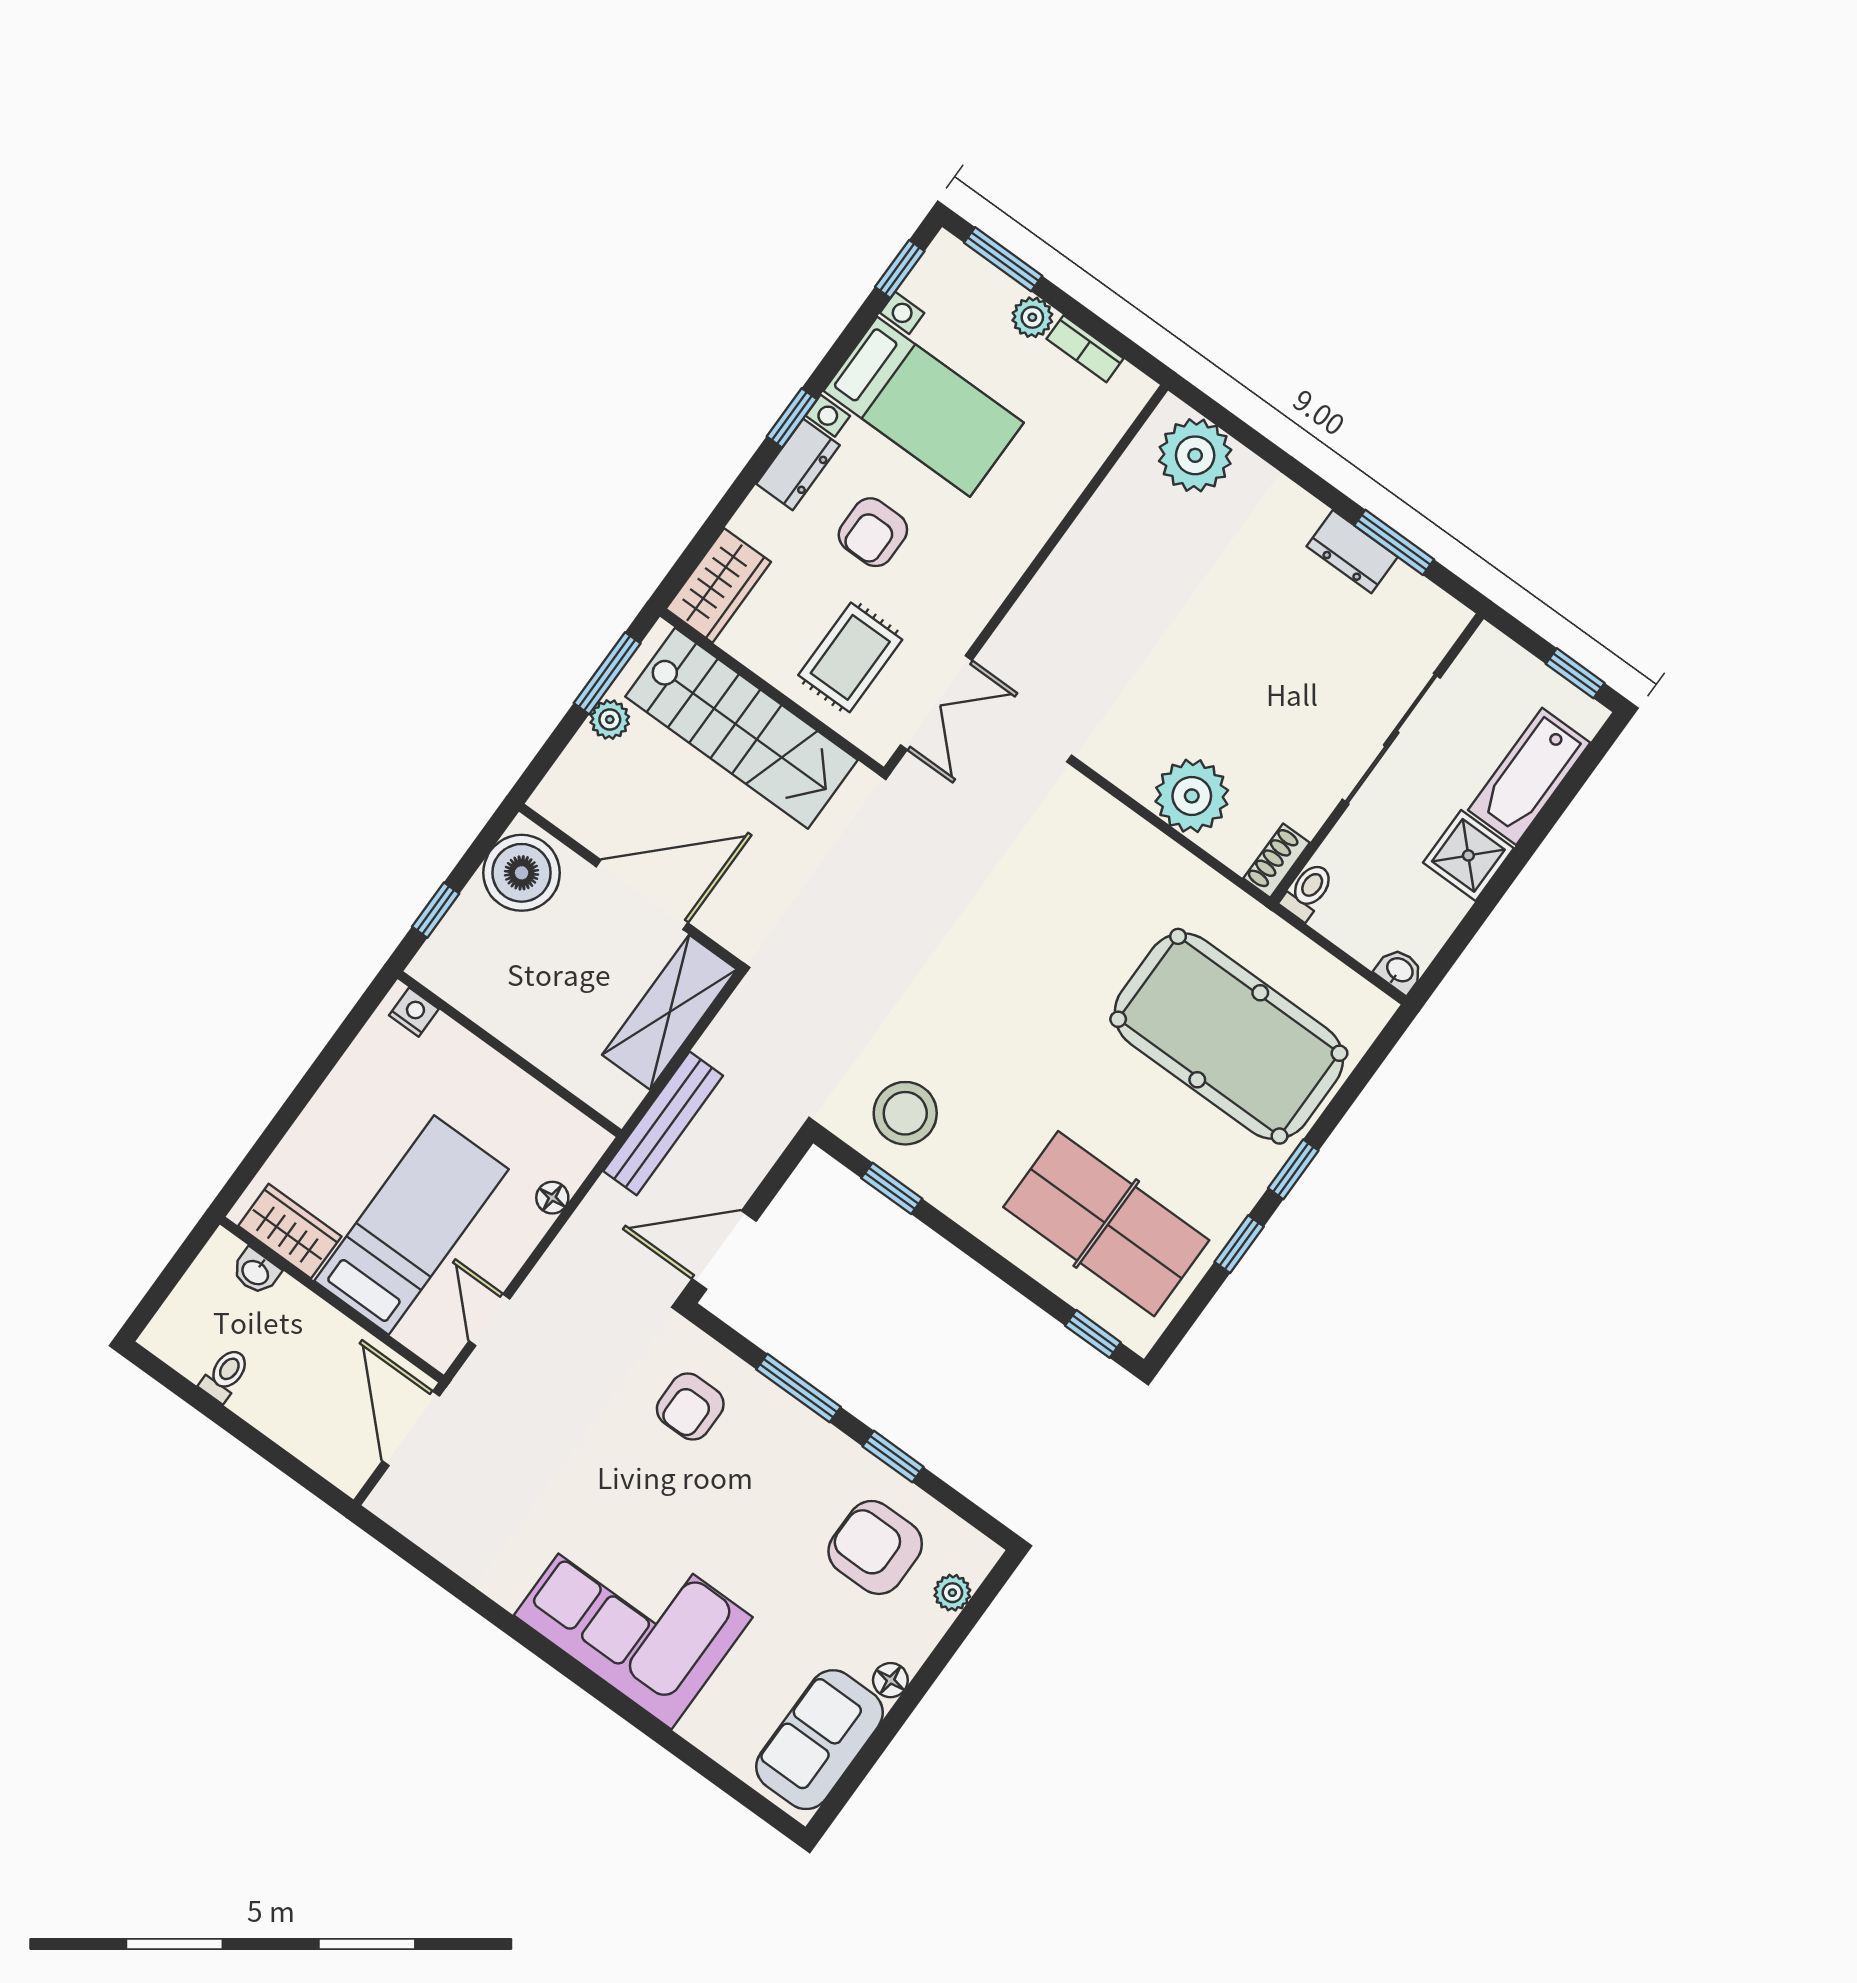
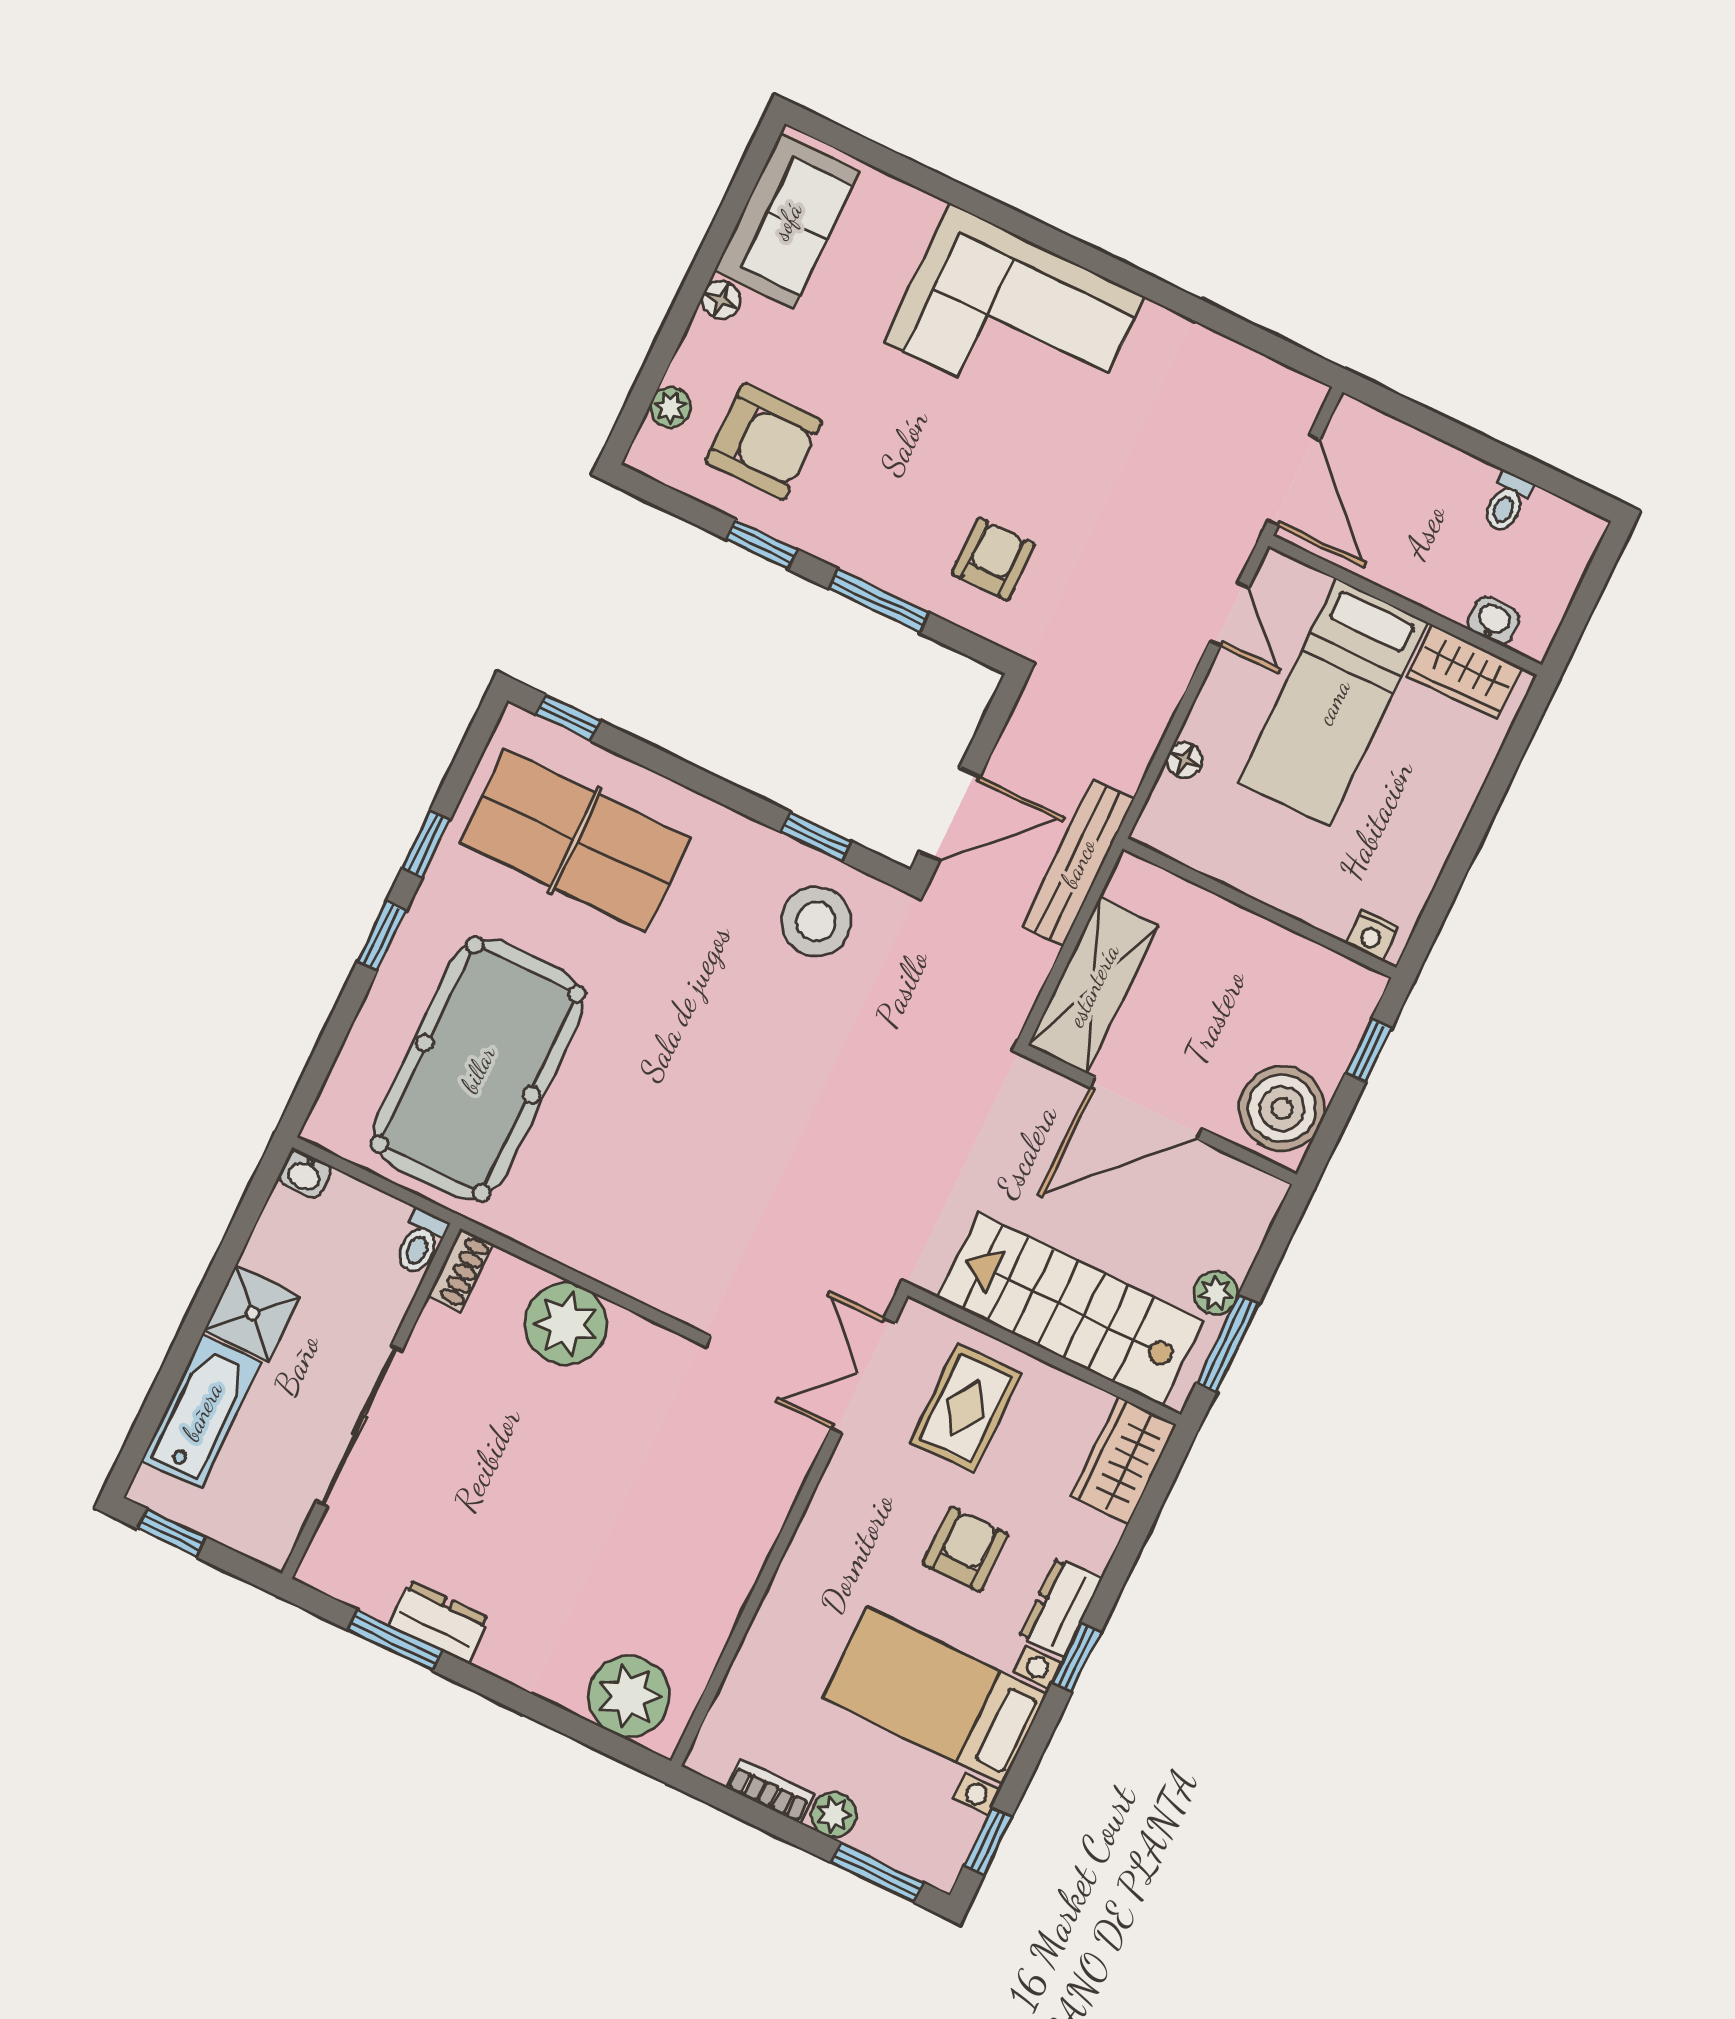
pool table: (1229, 1036) -> (478, 1069), turned 90
door: (724, 1250) -> (949, 814), moved

